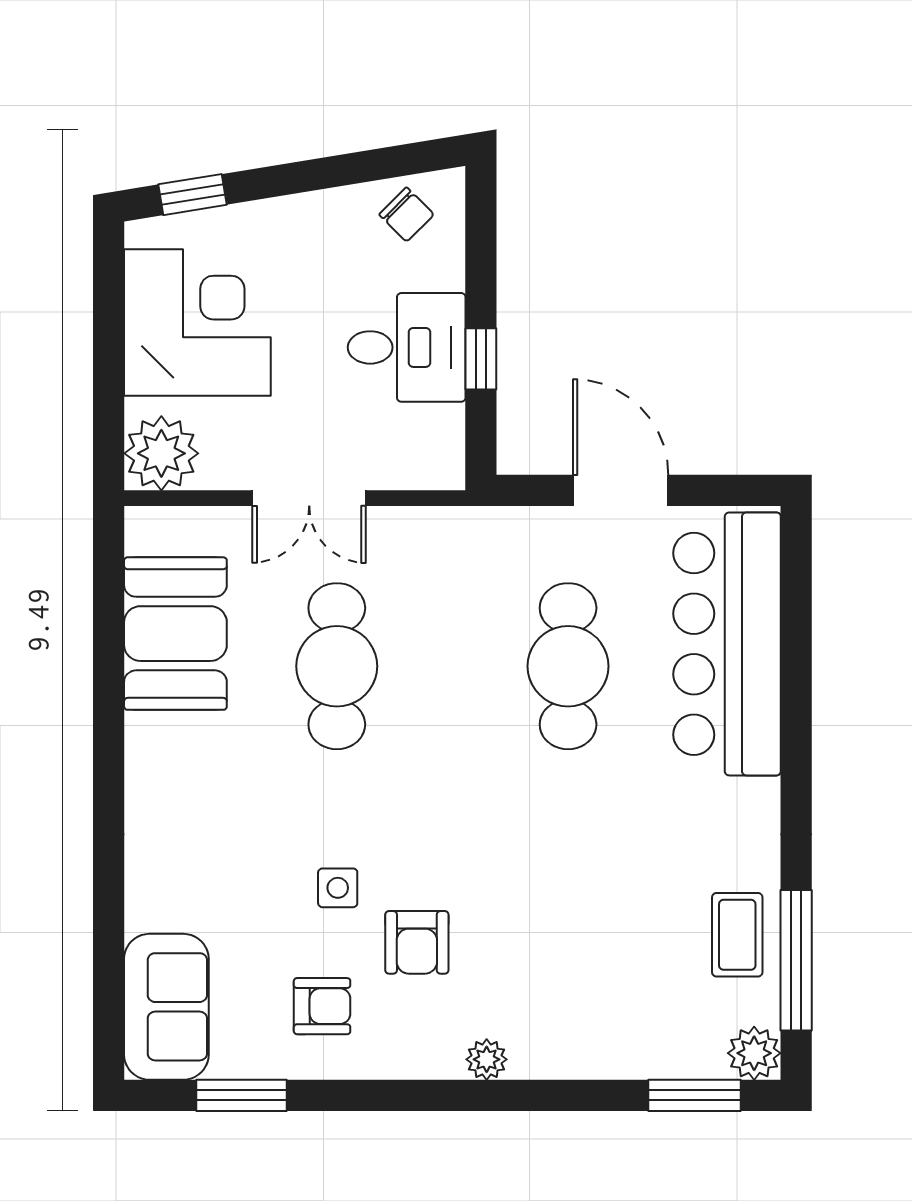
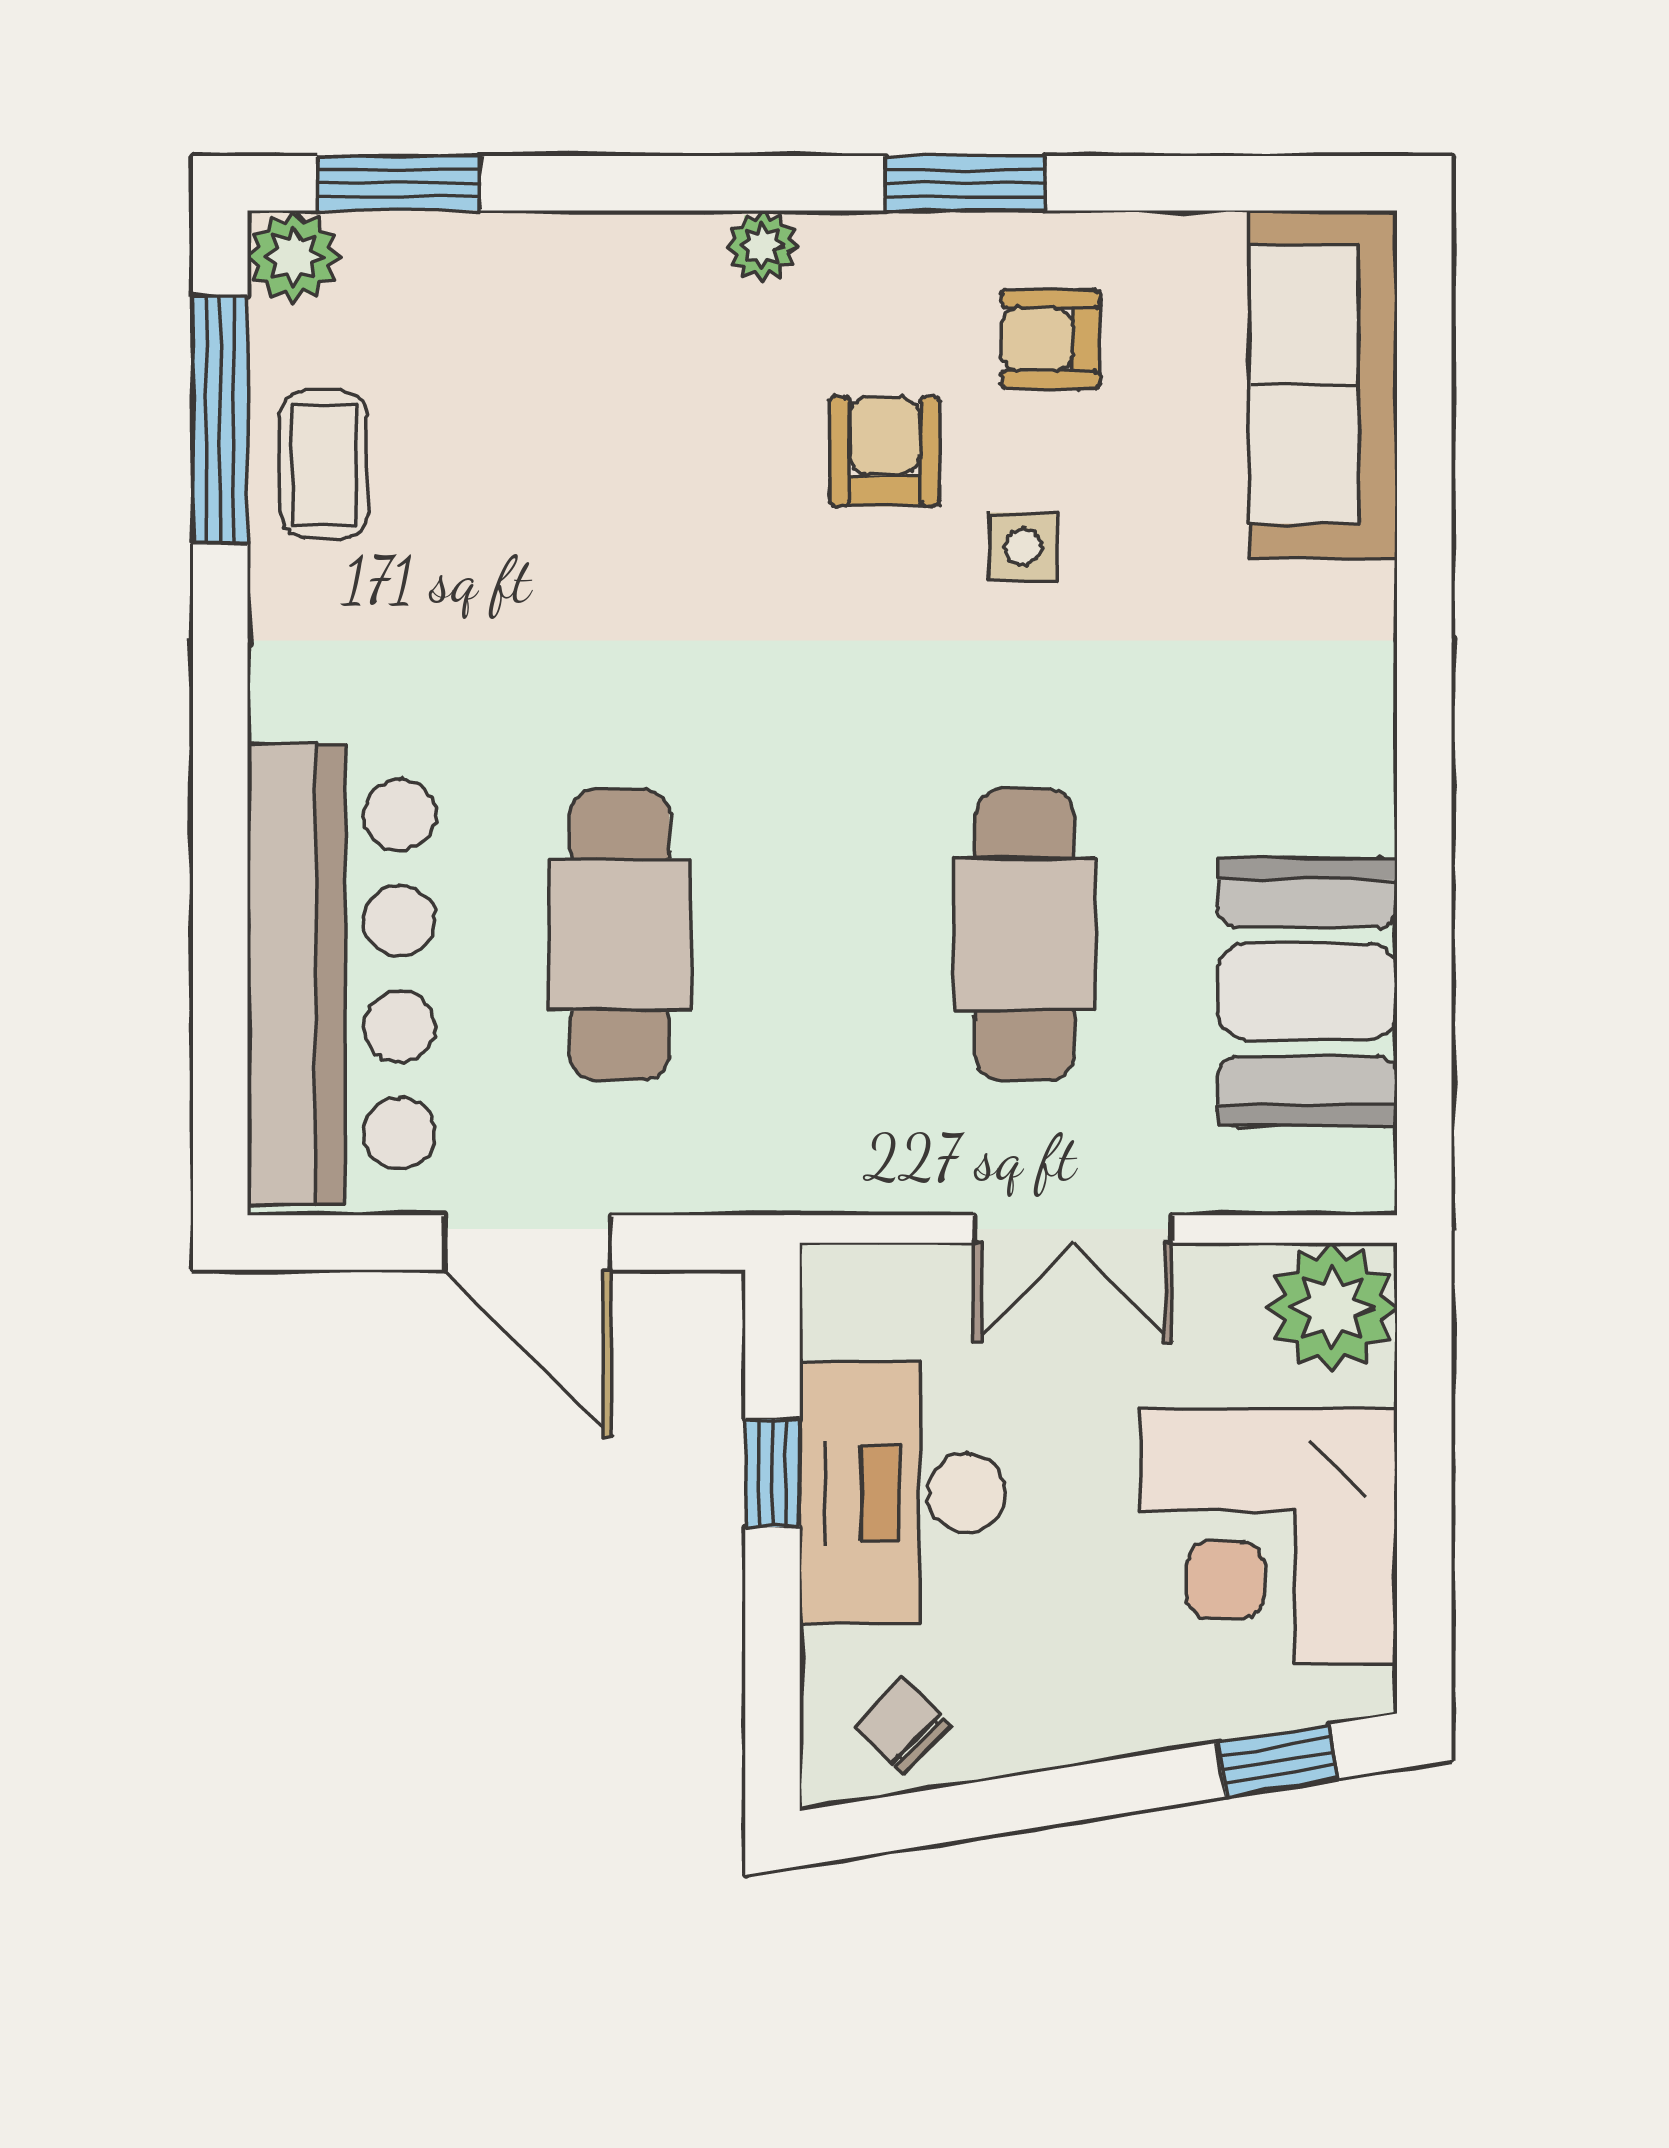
desk: (407, 347) -> (903, 1493), width x1.37
double door: (309, 498) -> (1073, 1229), swing flipped
sofa: (166, 1007) -> (1323, 384), width x1.36
window: (242, 1095) -> (965, 183), moved

